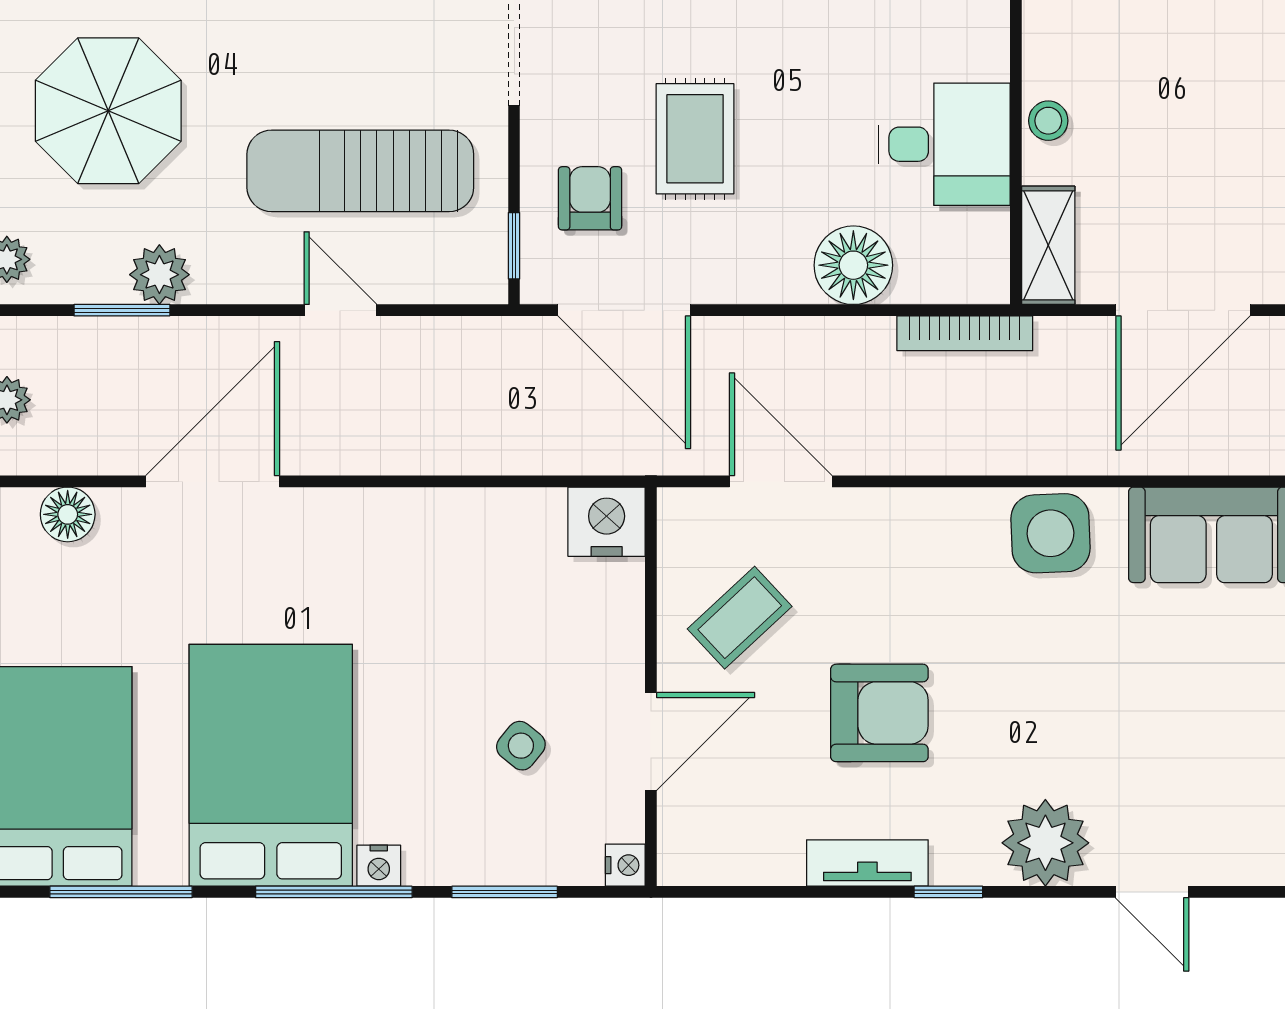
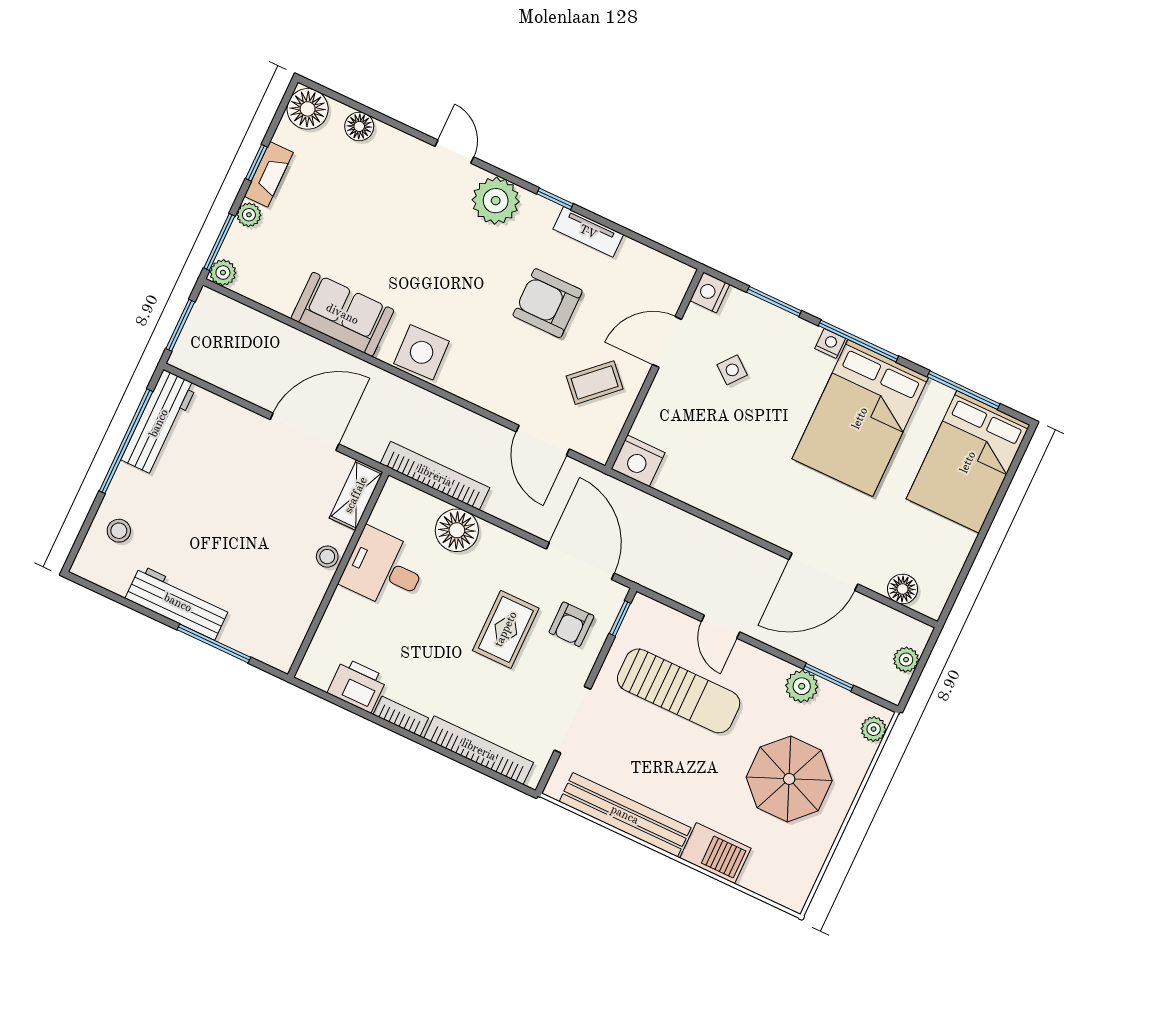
bookcase: (965, 333) -> (435, 476), width x1.48, depth x1.31
nightstand: (625, 865) -> (710, 292), width x1.39, depth x1.35

